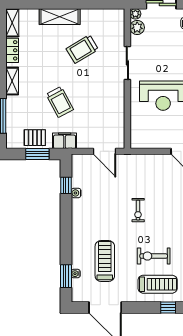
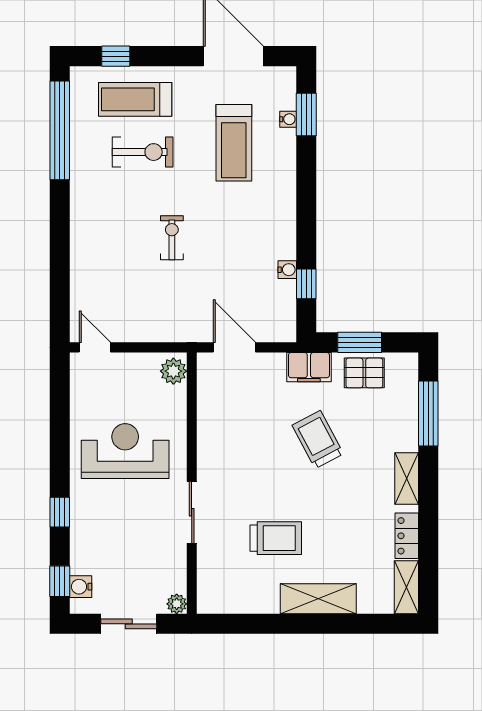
plant: (137, 27) -> (173, 371), moved
trolley: (82, 49) -> (276, 538), turned 31

